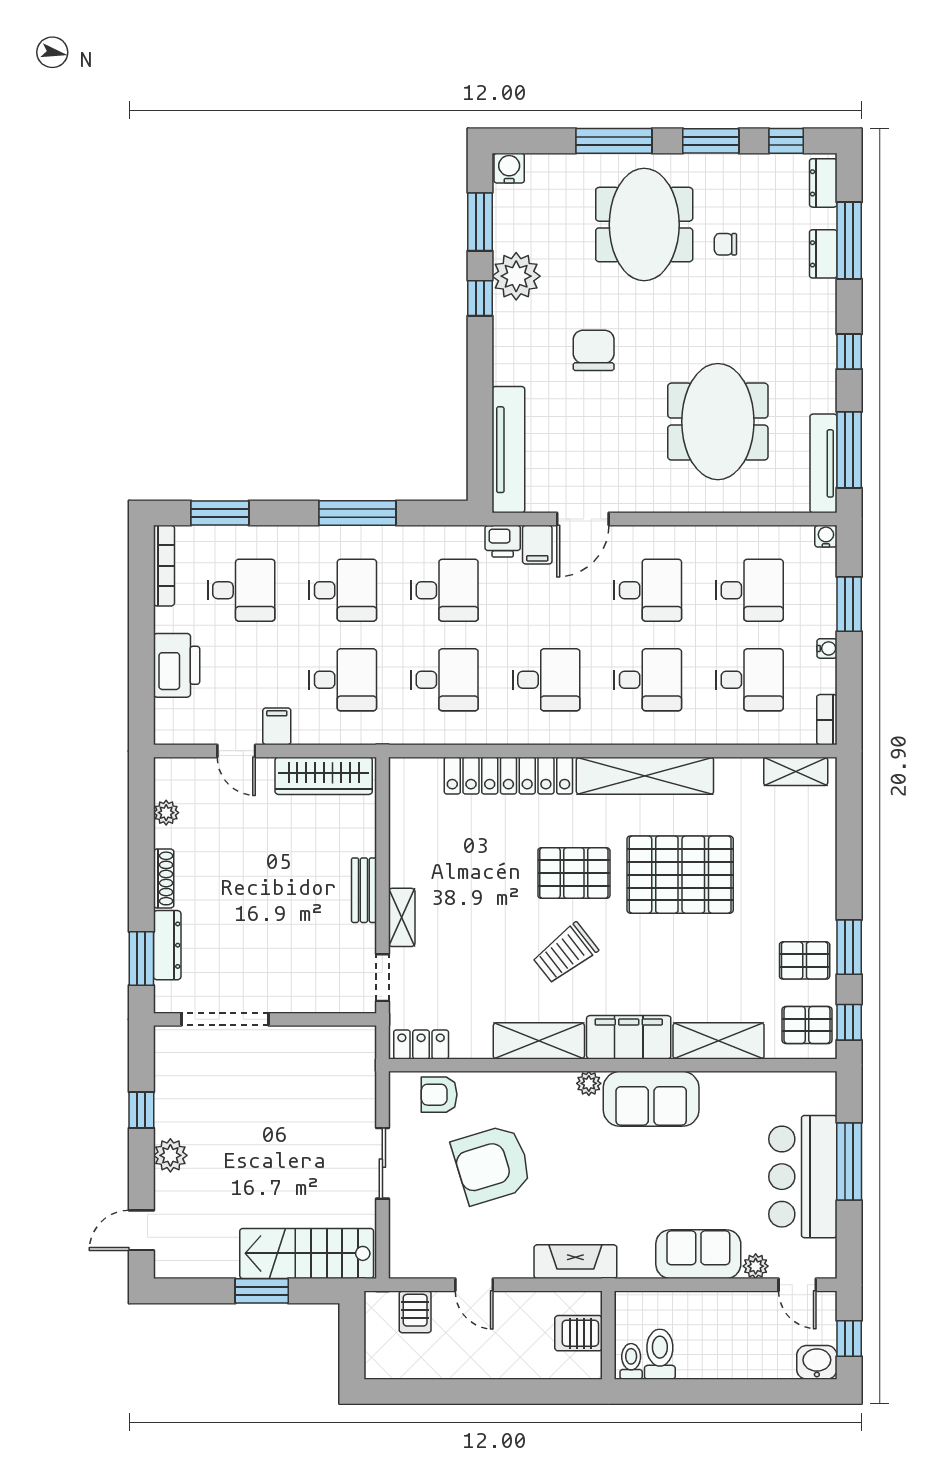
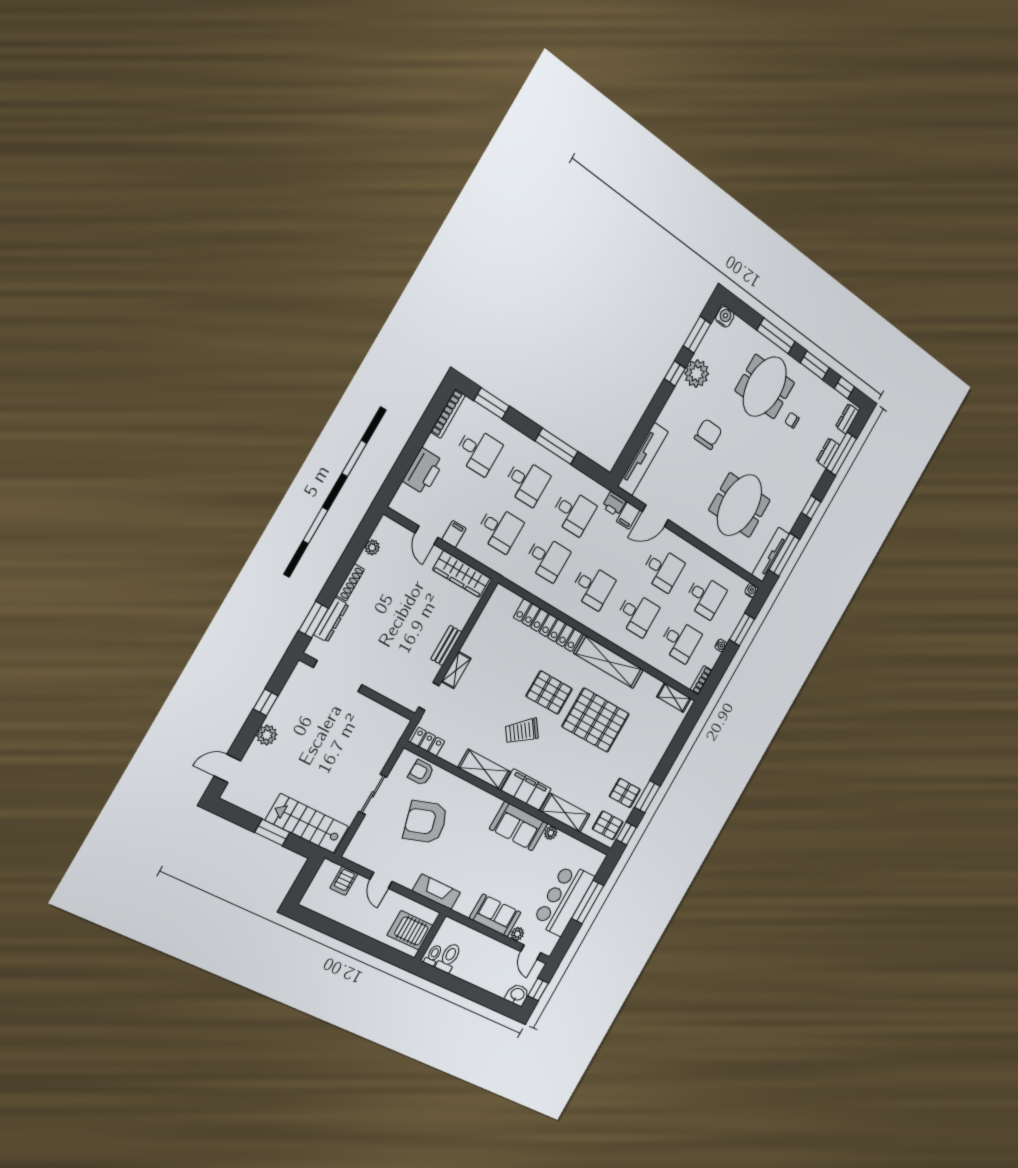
plant: (589, 1083) -> (551, 833), moved
server rack: (578, 1333) -> (410, 930), width x1.36, depth x1.44

